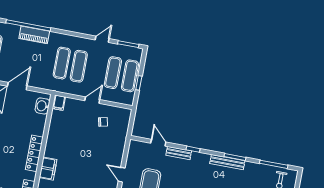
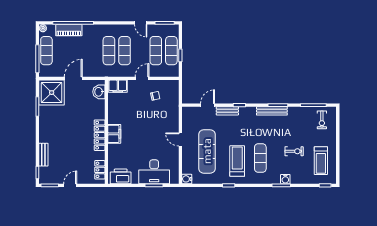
piano: (34, 35) -> (69, 30), moved
door: (102, 39) -> (141, 23), swing flipped
filing cabinet: (59, 103) -> (118, 86), width x2.00
door: (158, 143) -> (208, 105), hinge flipped
filing cabinet: (48, 169) -> (114, 134), moved

